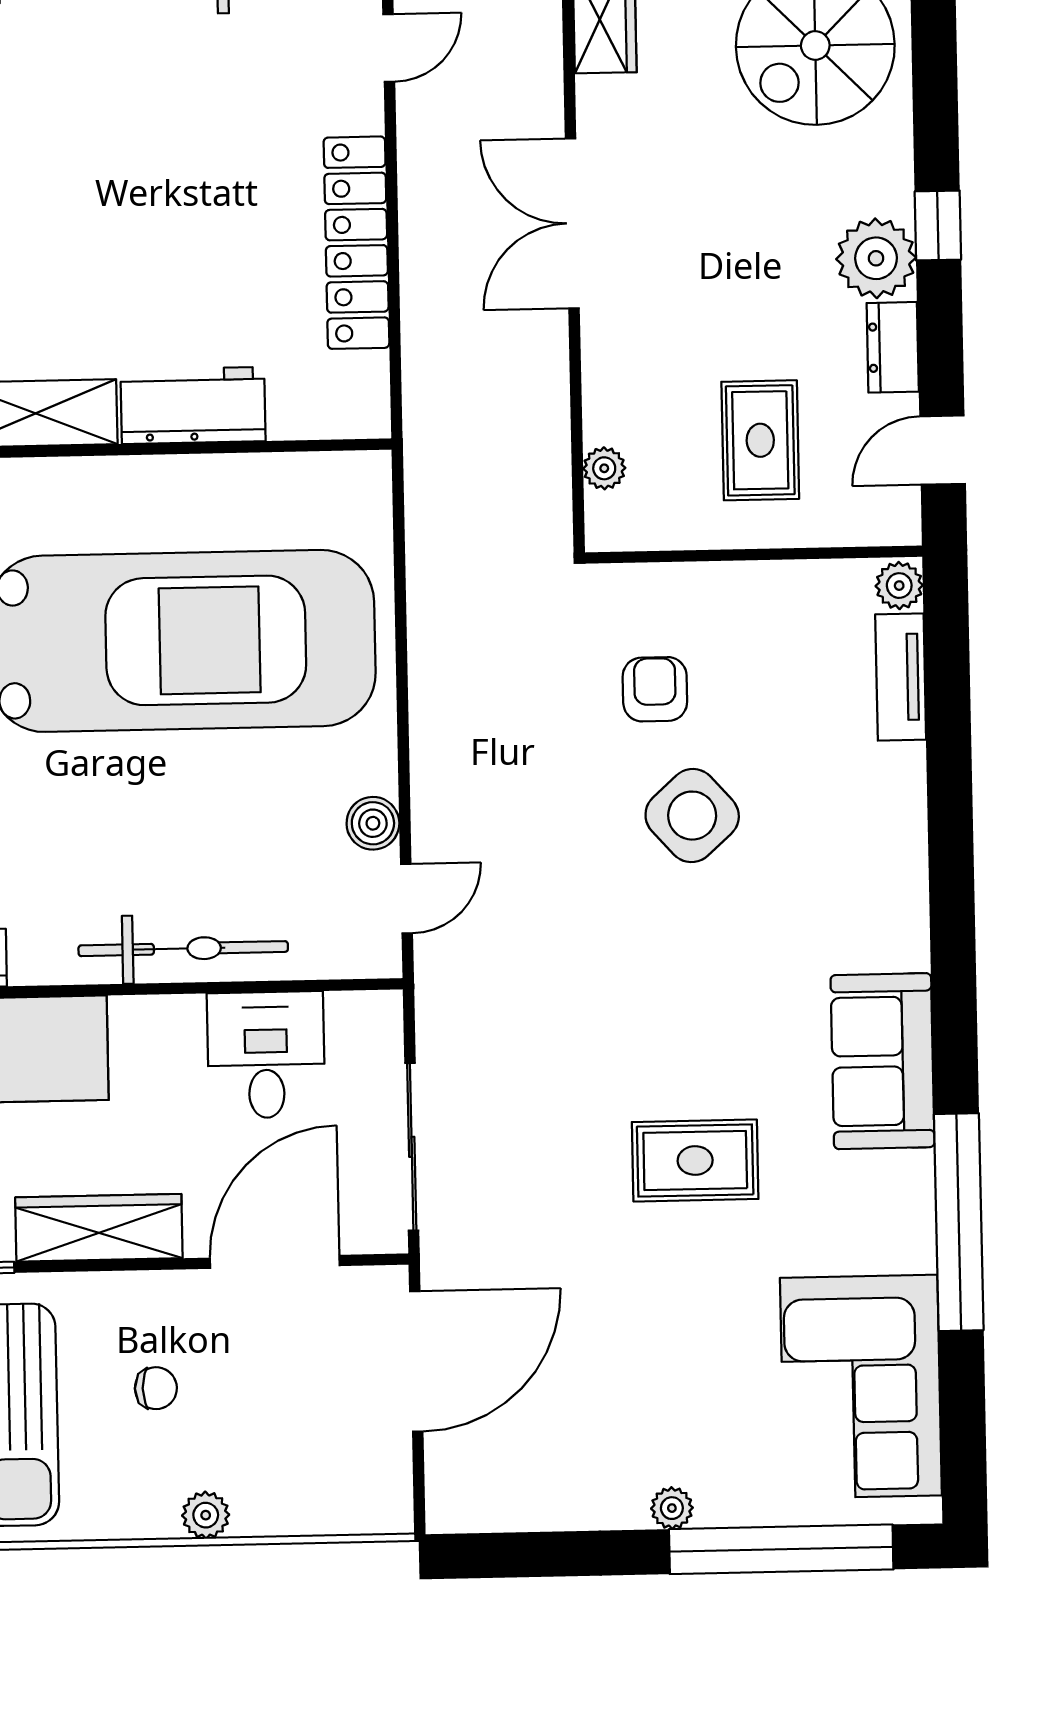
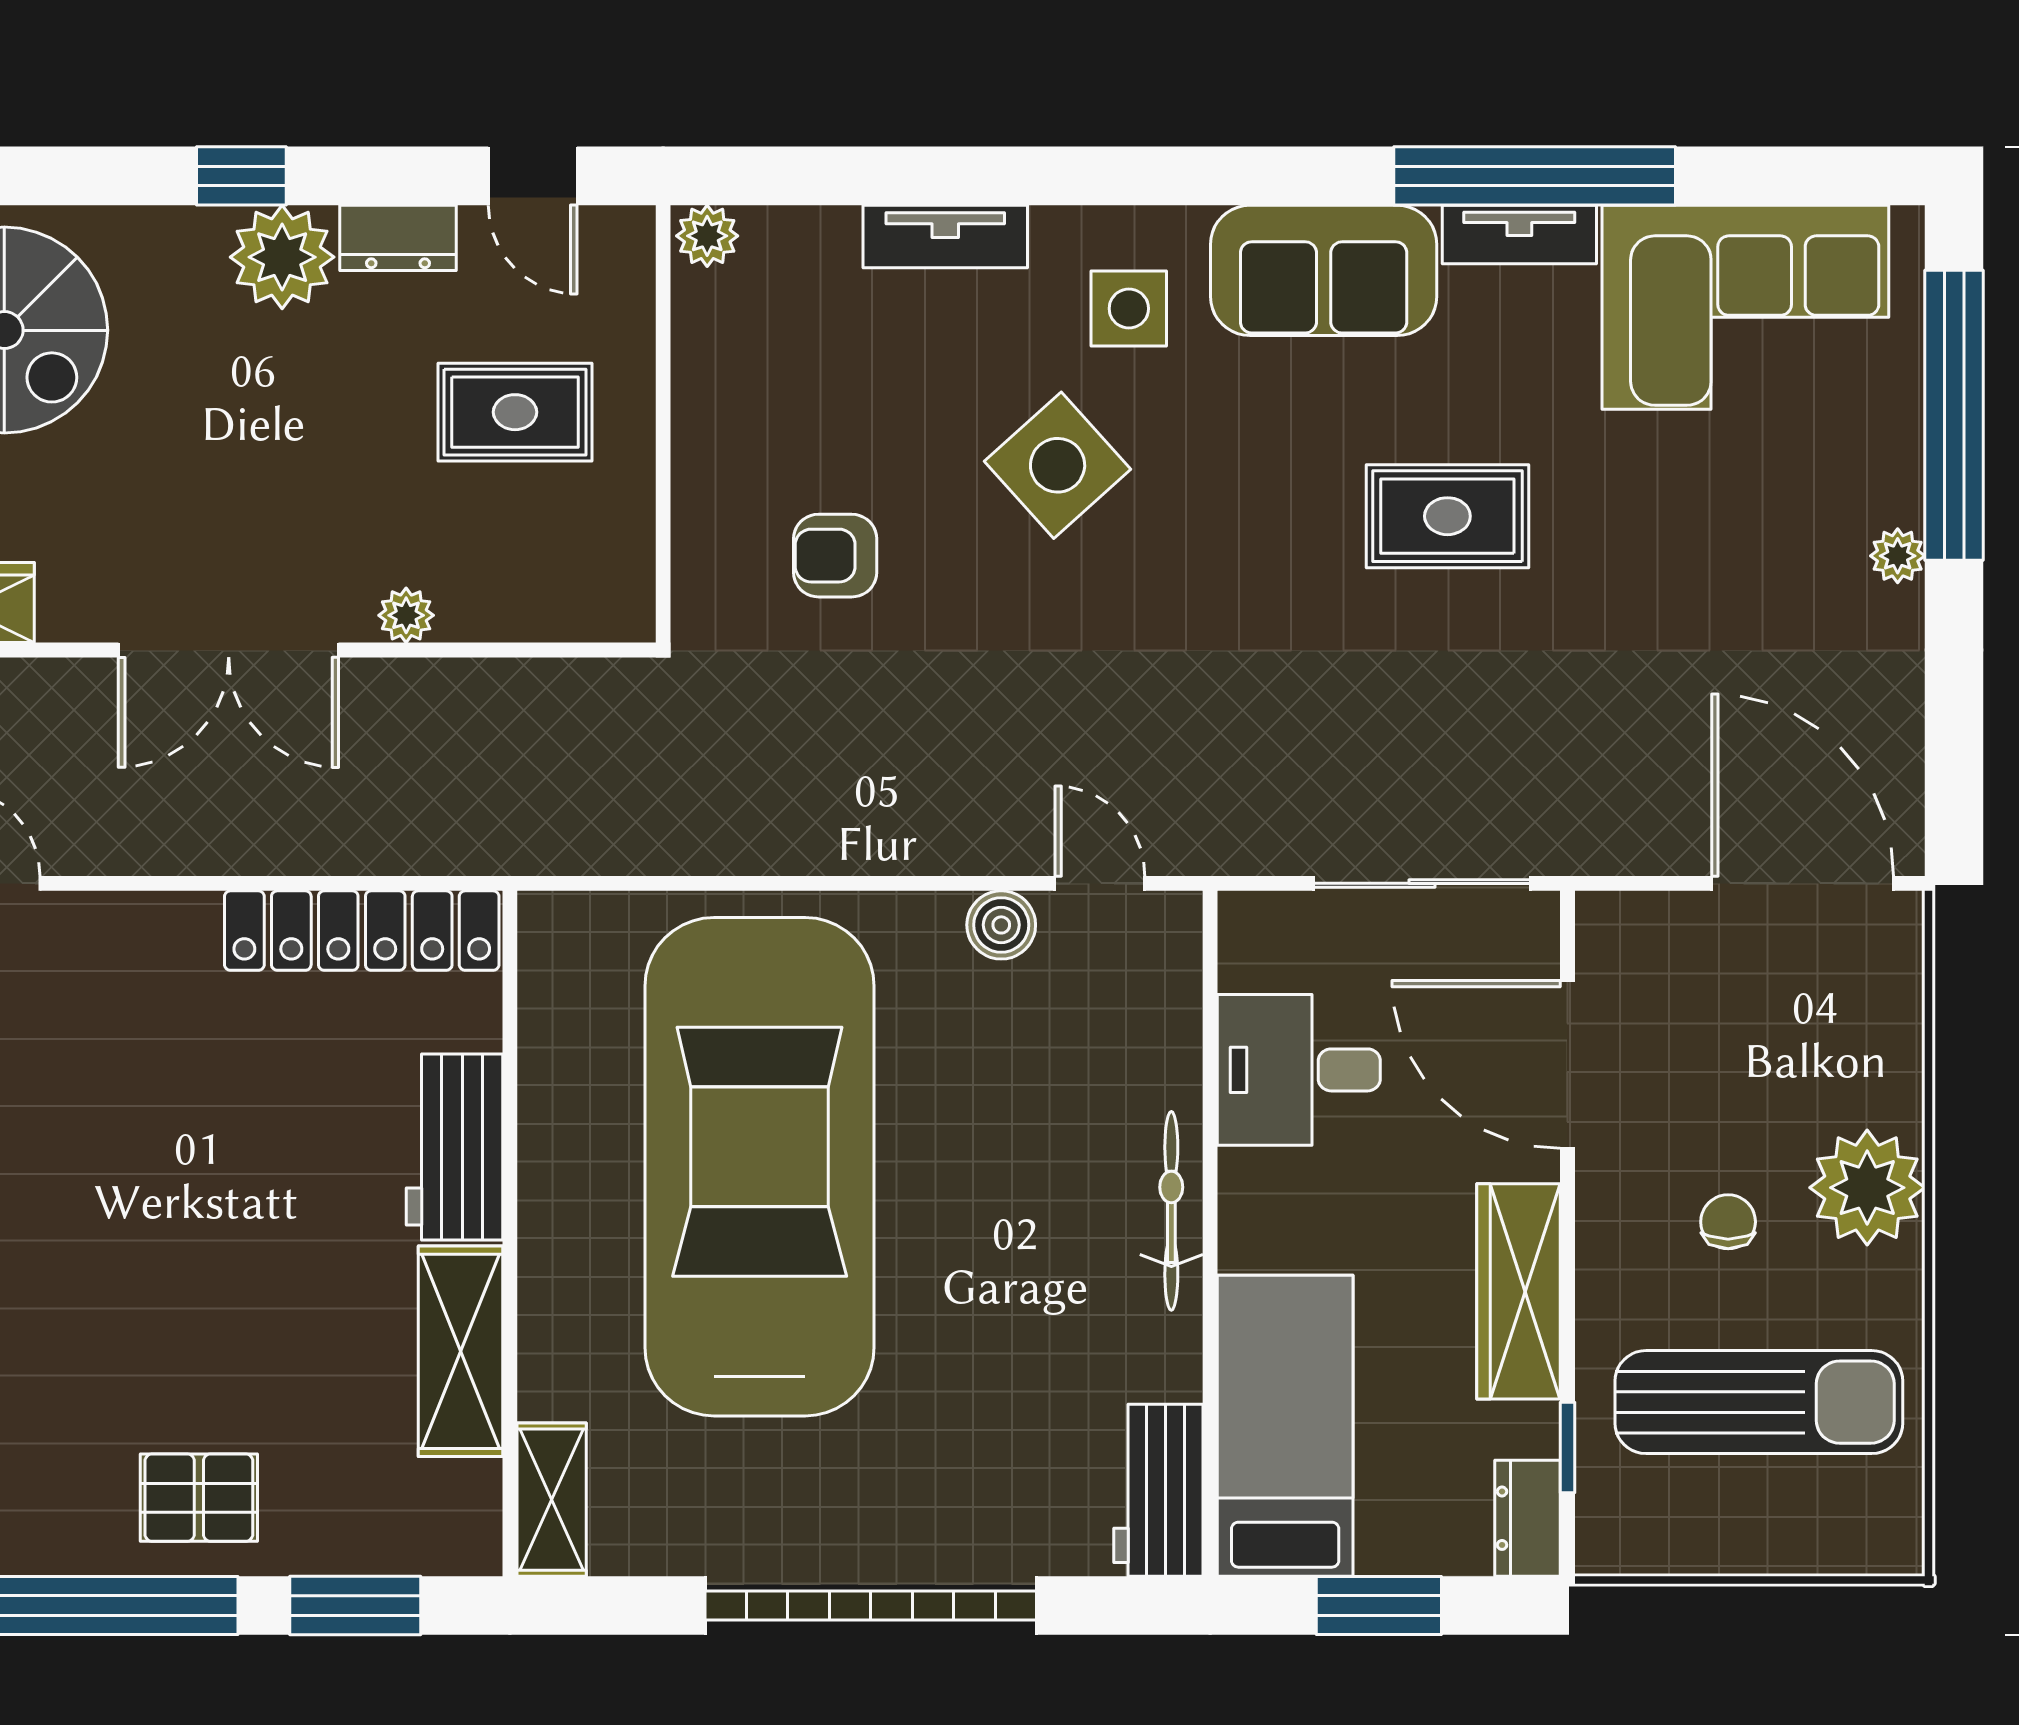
locker: (356, 243) -> (362, 931), moved
plant: (604, 468) -> (406, 615), moved
tv unit: (901, 677) -> (945, 236), moved
side table: (692, 816) -> (1058, 465), moved
side table: (850, 912) -> (1129, 309), added
bicycle: (183, 949) -> (1171, 1211), width x0.73, depth x0.71
rug: (695, 1160) -> (1447, 516), turned 90
tv unit: (913, 1211) -> (1519, 234), added
door: (416, 1361) -> (1803, 883), moved
plant: (206, 1515) -> (1867, 1188), width x1.88, depth x1.88

